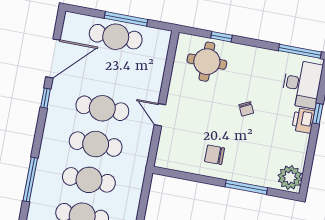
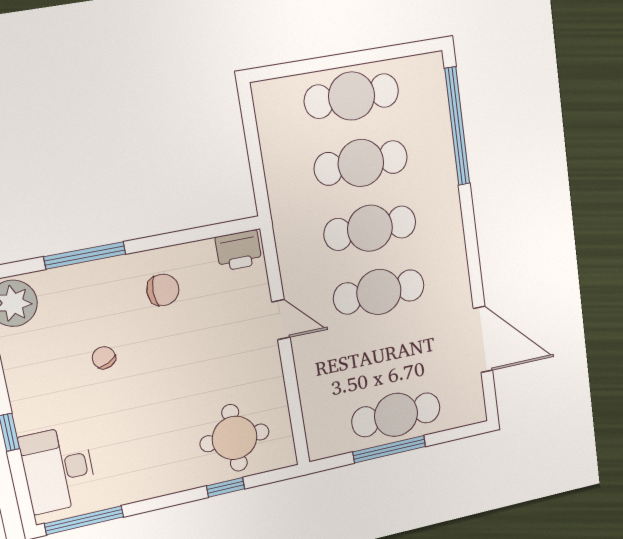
door: (53, 58) -> (483, 339), swing flipped
window: (46, 98) -> (475, 271), removed
chair: (246, 109) -> (104, 358), moved
printer: (303, 120) -> (239, 250), moved, turned 90
window: (30, 179) -> (457, 126), width x1.46

